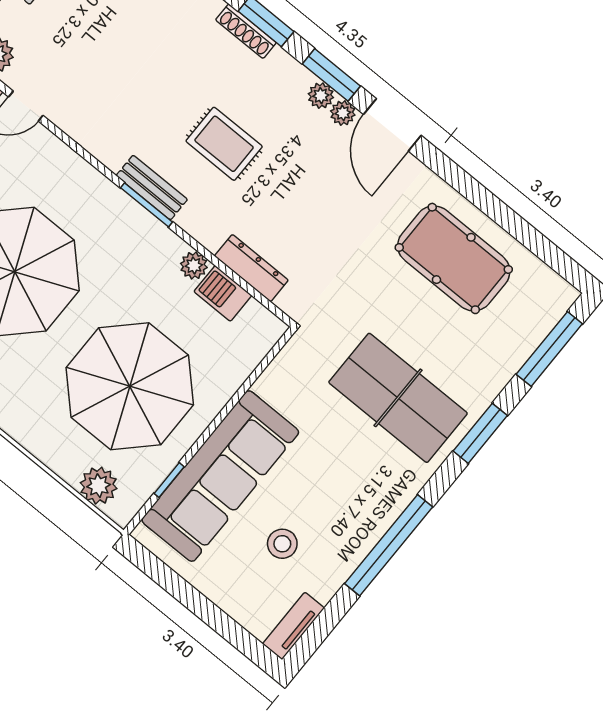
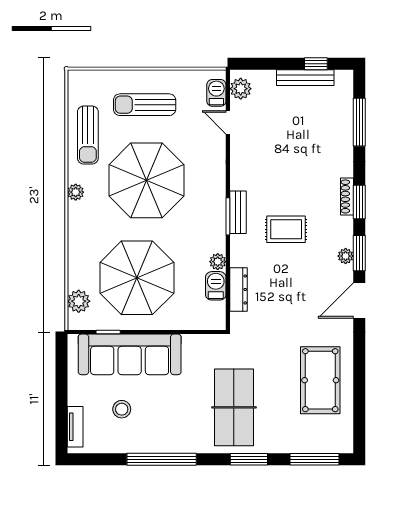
plant: (343, 113) -> (346, 273), removed
rug: (224, 144) -> (286, 229), turned 90
tv unit: (293, 626) -> (75, 427), moved, turned 90

